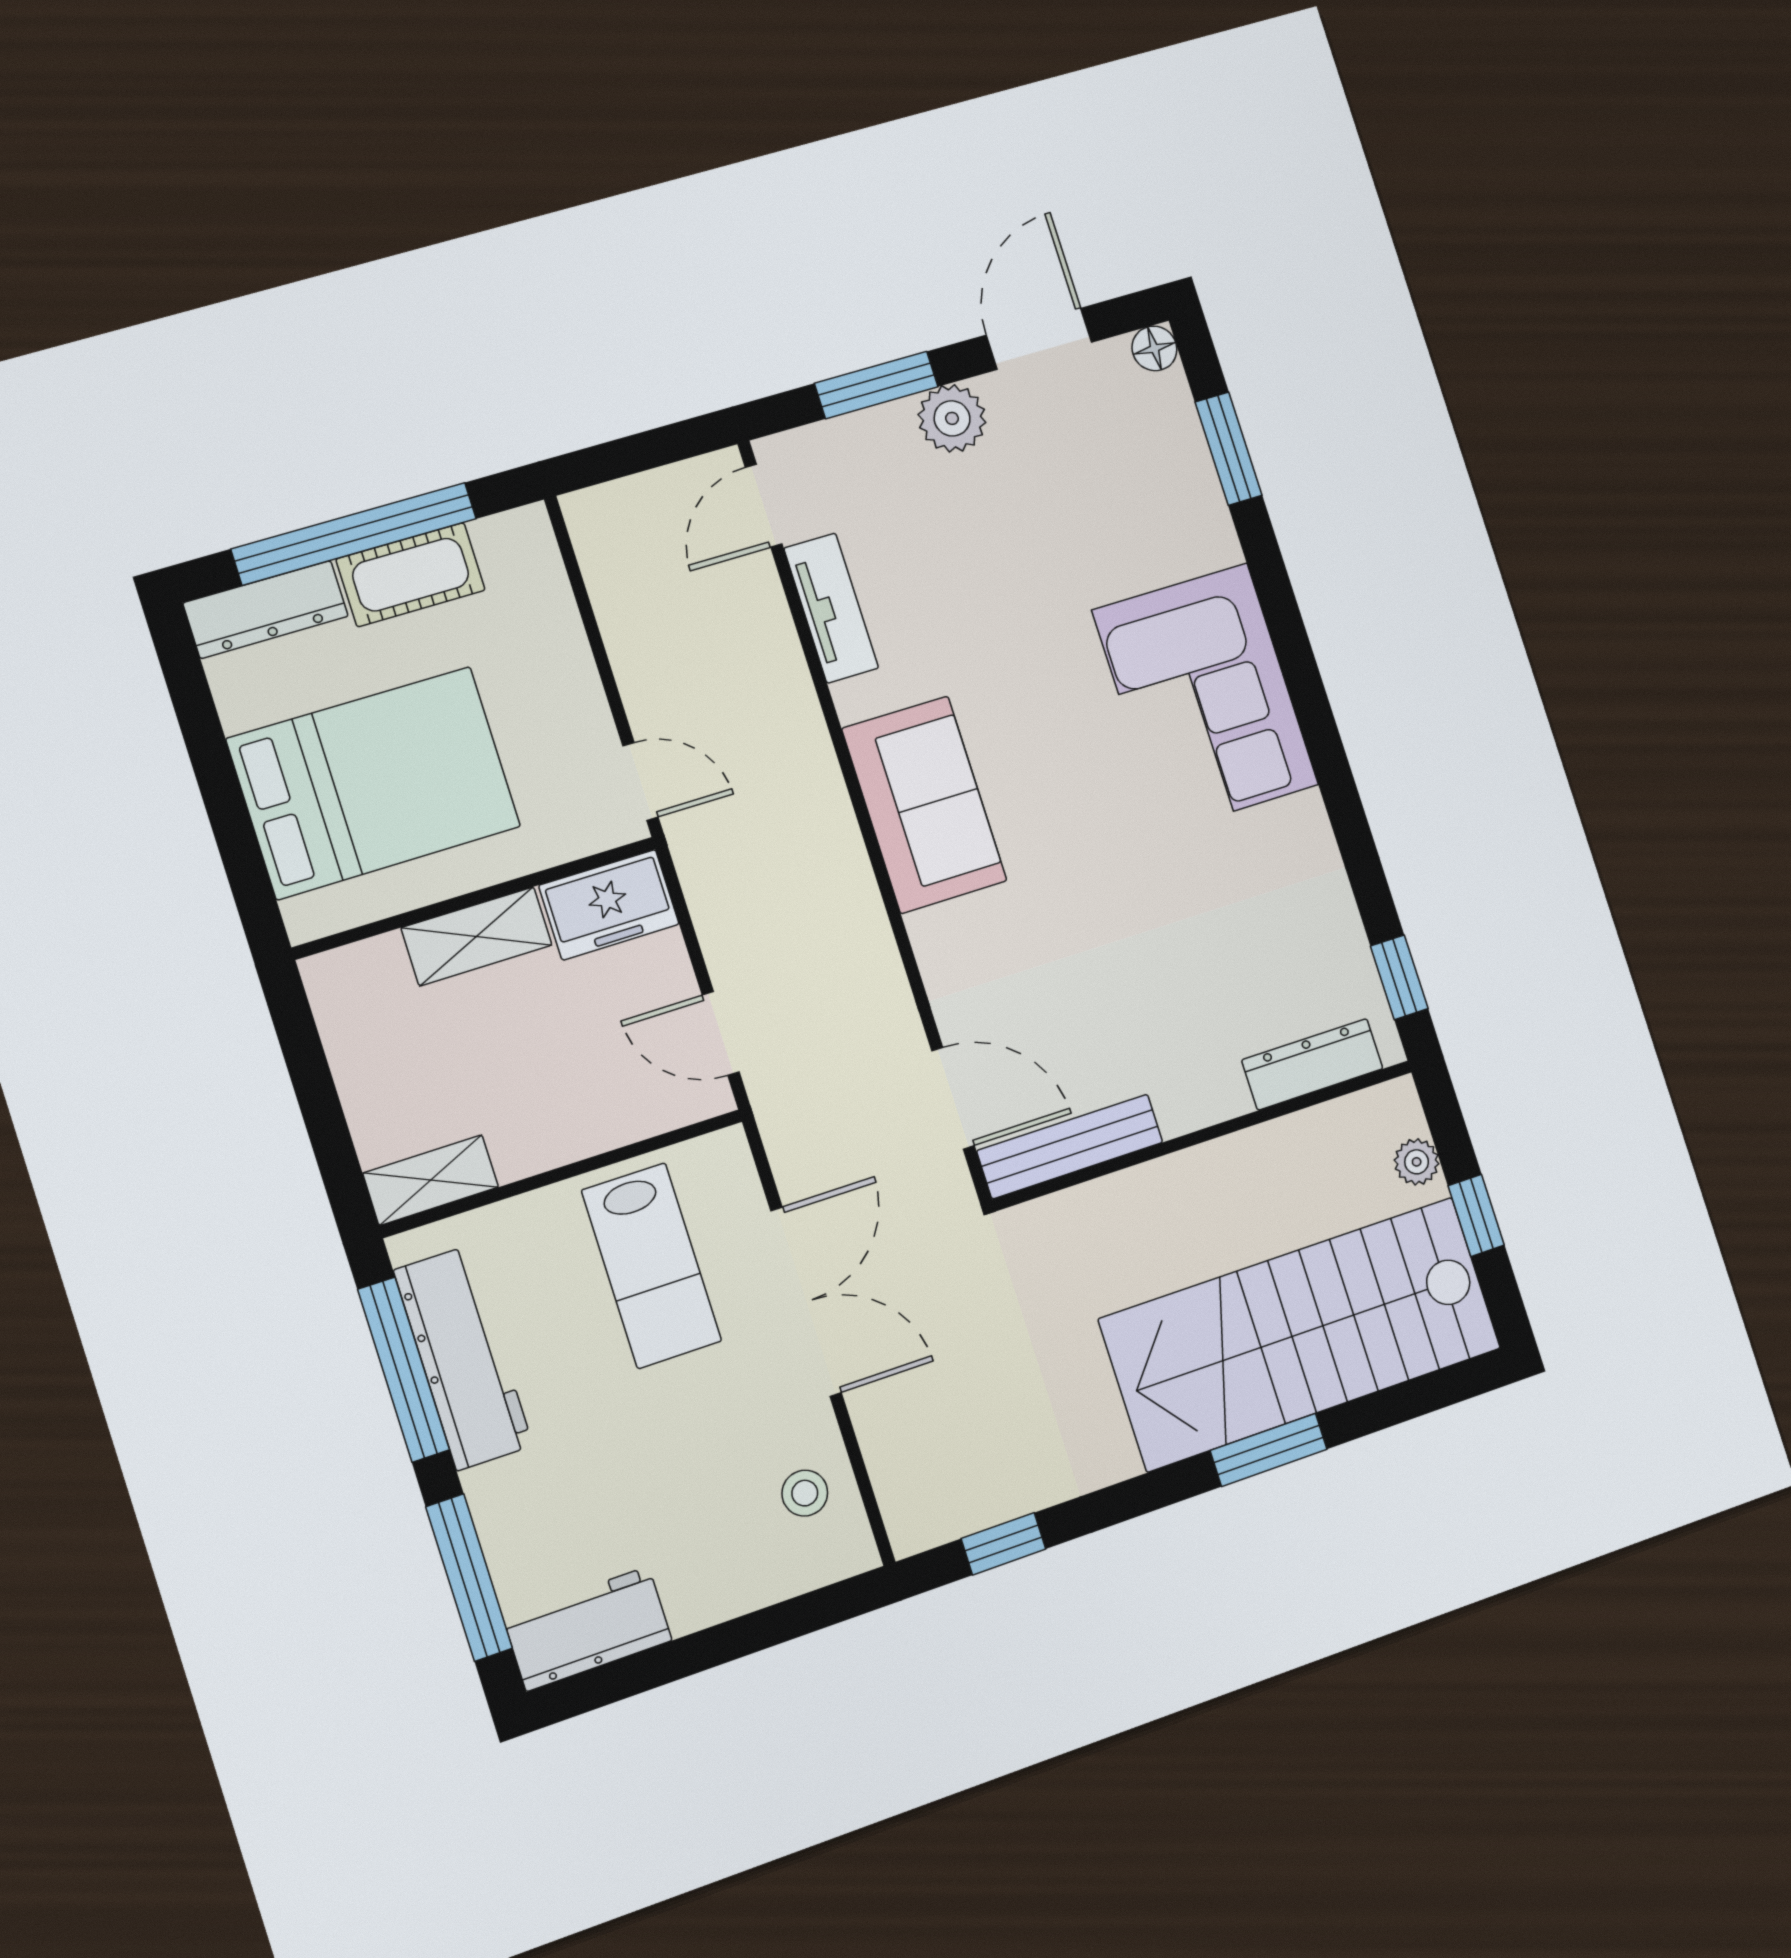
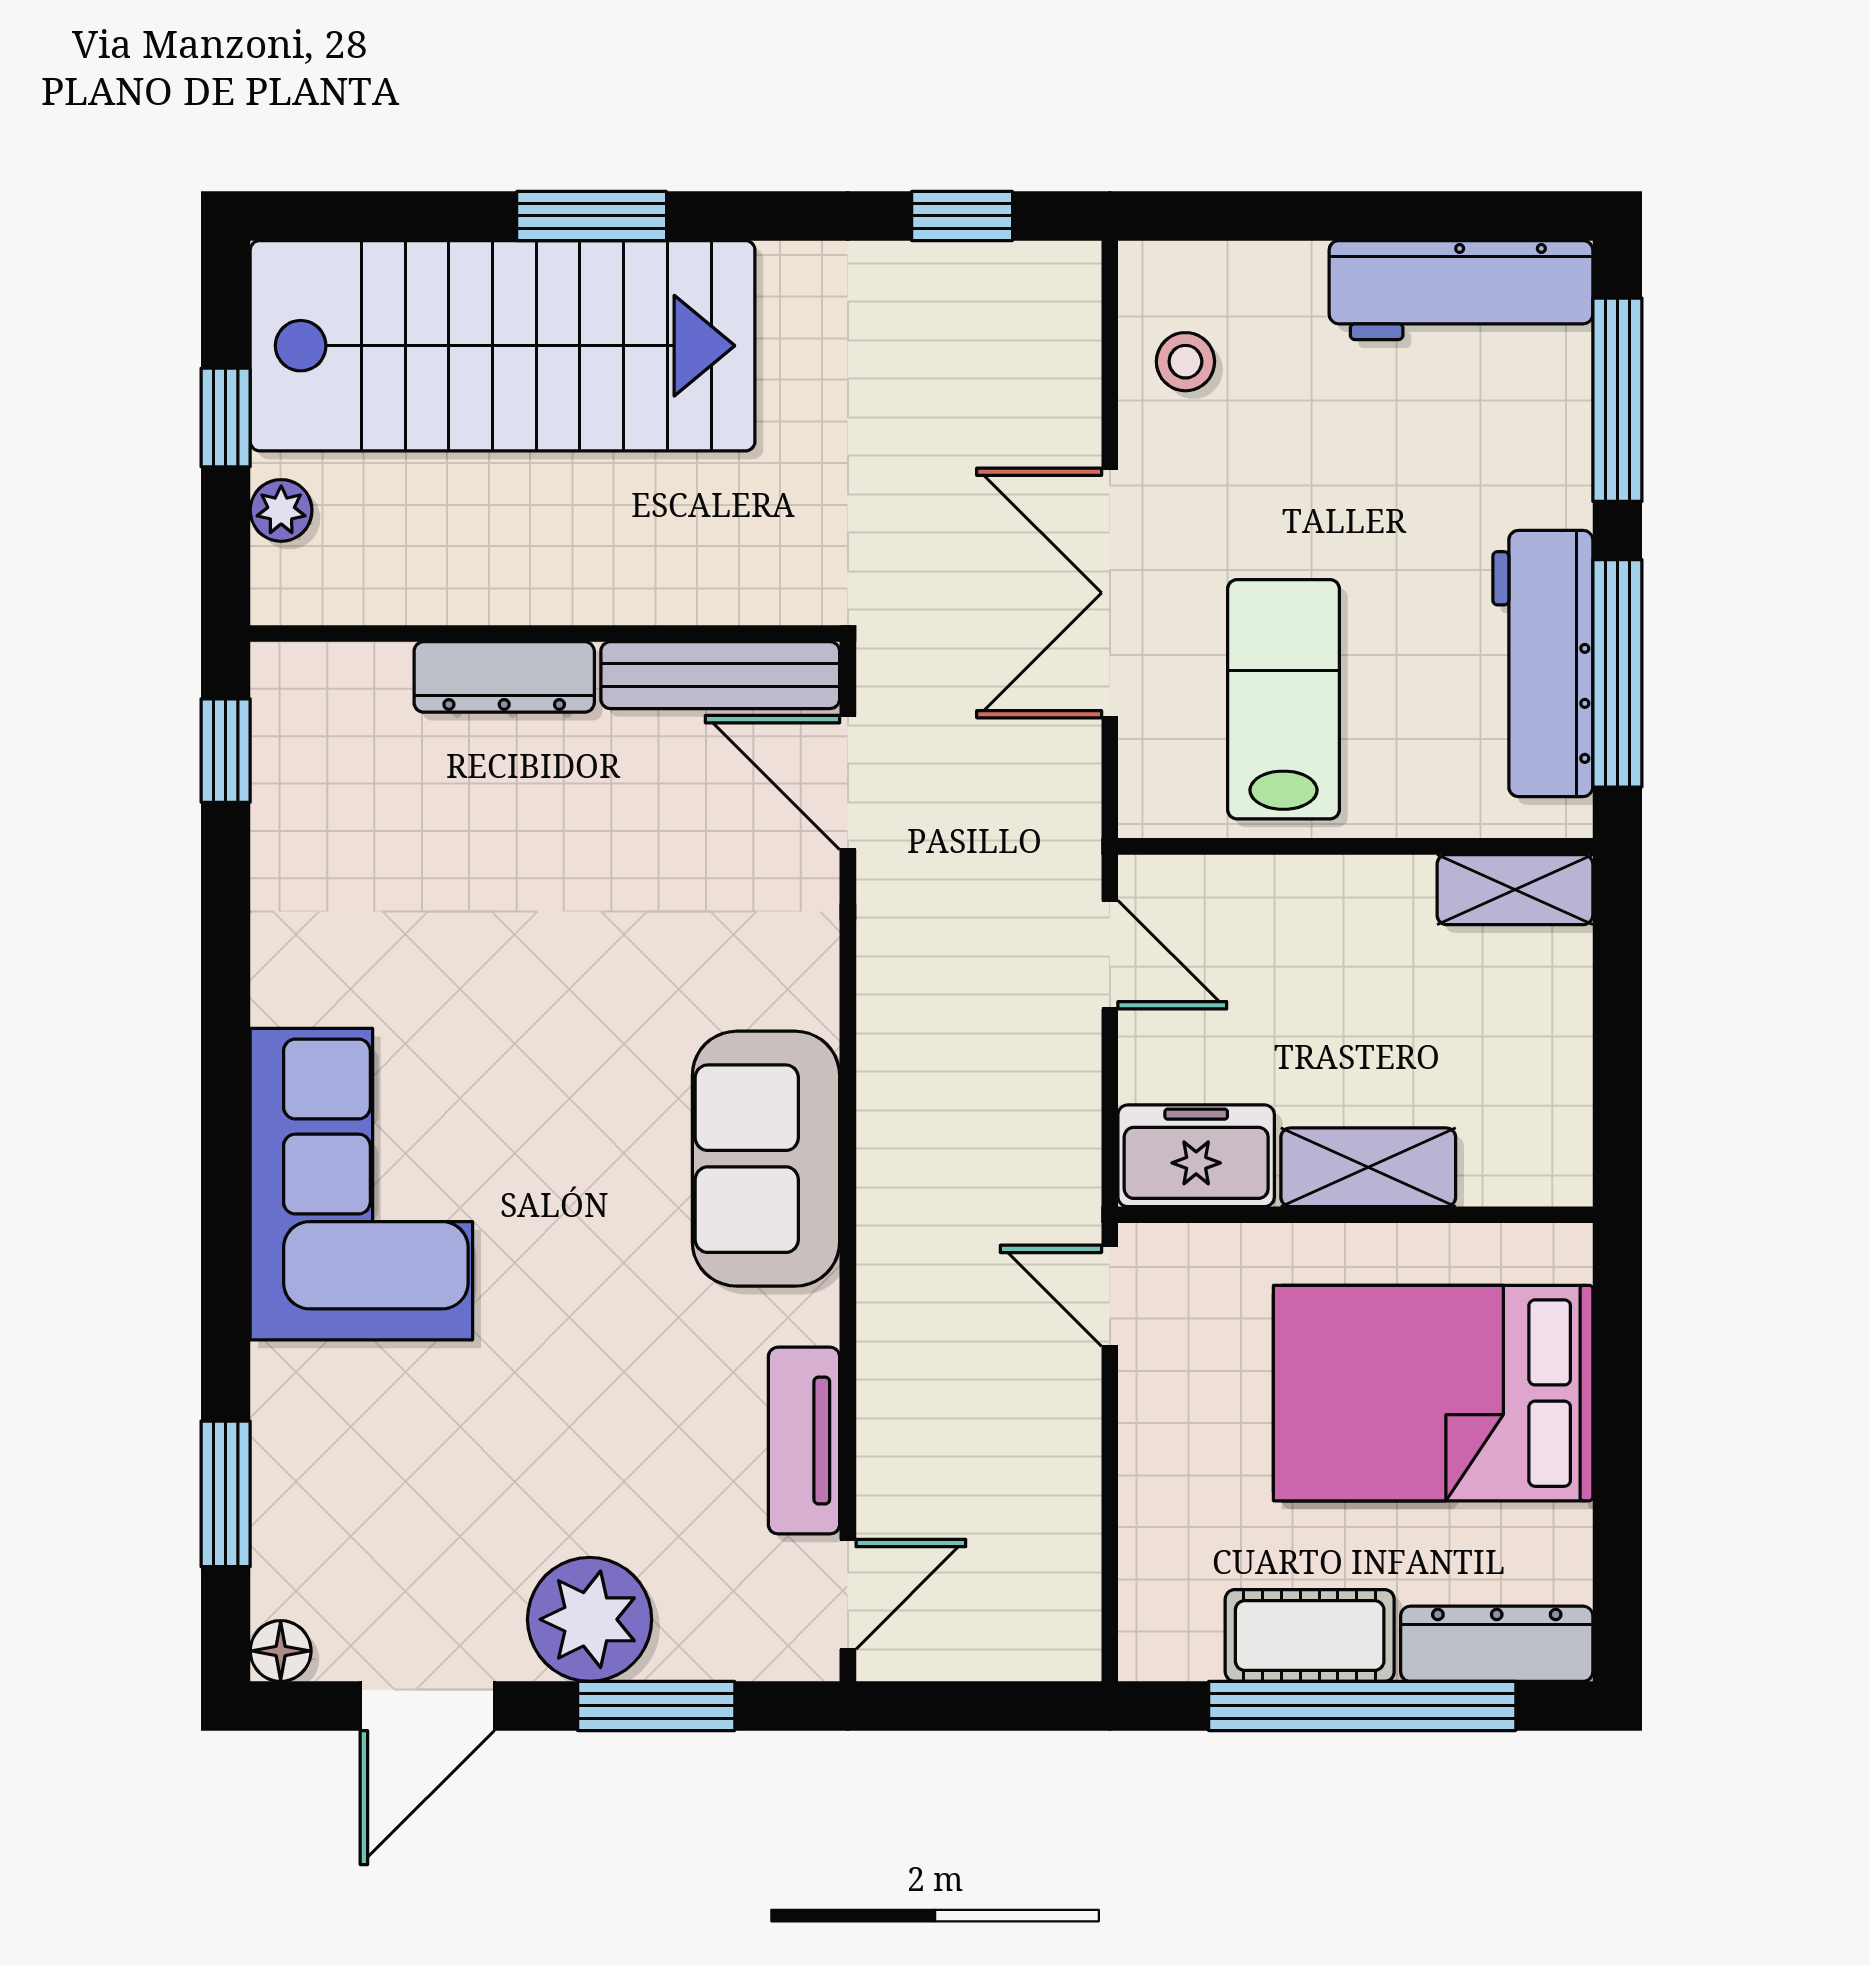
plant: (952, 418) -> (590, 1619), width x1.36, depth x1.36
dresser: (1312, 1064) -> (504, 677), moved
workbench: (588, 1629) -> (1461, 290), width x1.37

